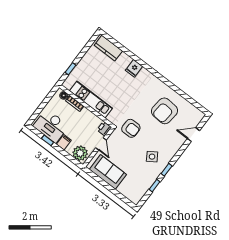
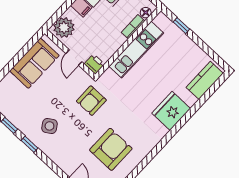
fridge: (134, 68) -> (171, 111), width x1.88, depth x1.34
armchair: (164, 111) -> (111, 149), turned 85
door: (101, 144) -> (74, 58), hinge flipped

